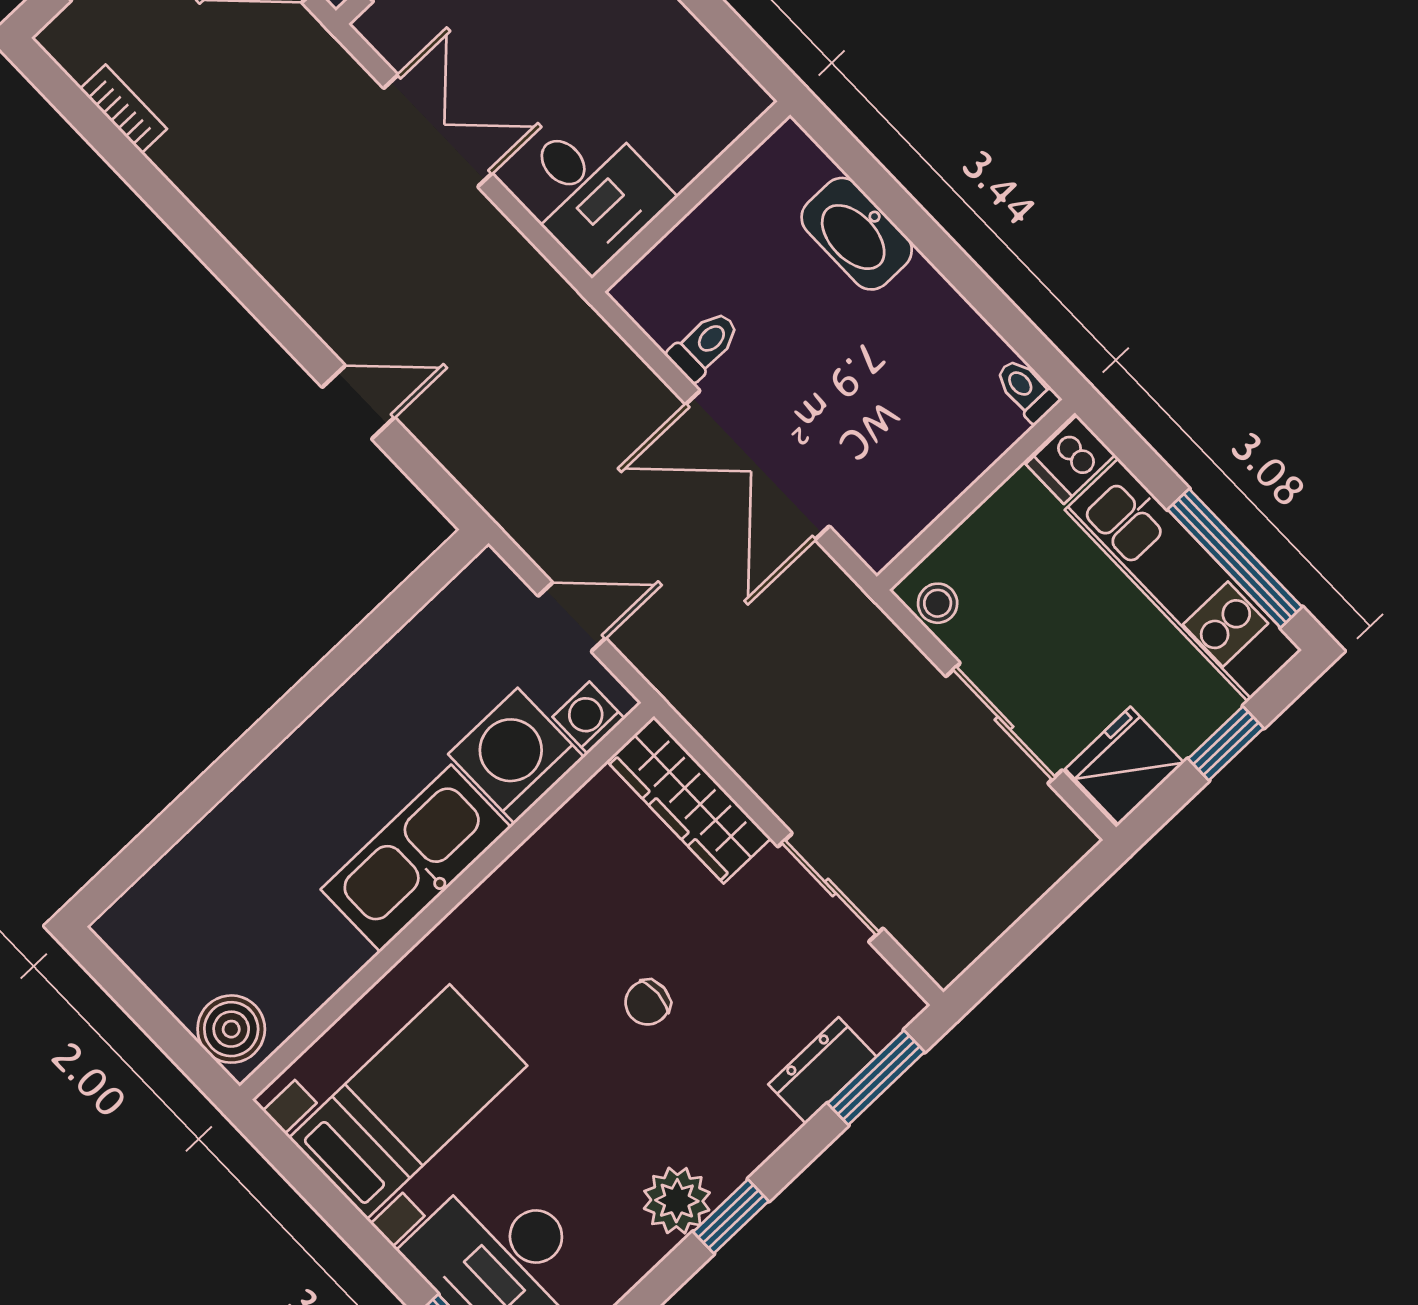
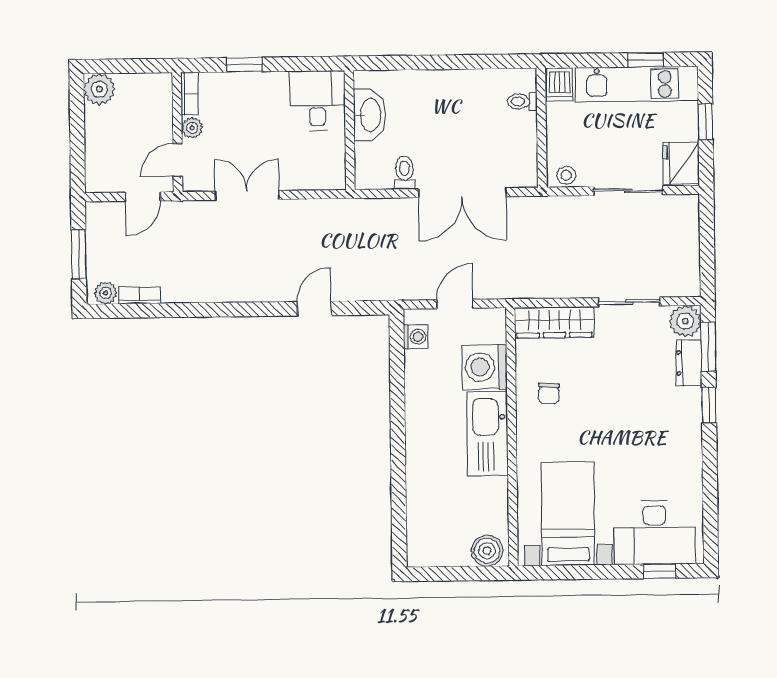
plant: (77, 52) -> (106, 293), added
desk: (591, 191) -> (317, 101), moved, turned -90
washbasin: (857, 234) -> (370, 115), moved, turned -90
toilet: (1026, 390) -> (522, 102), moved
window: (1235, 558) -> (645, 60), width x0.46
washing machine: (589, 718) -> (416, 337), moved, turned 180
chair: (648, 1003) -> (549, 394), moved
plant: (677, 1201) -> (685, 321), moved
window: (731, 1216) -> (709, 405), moved

